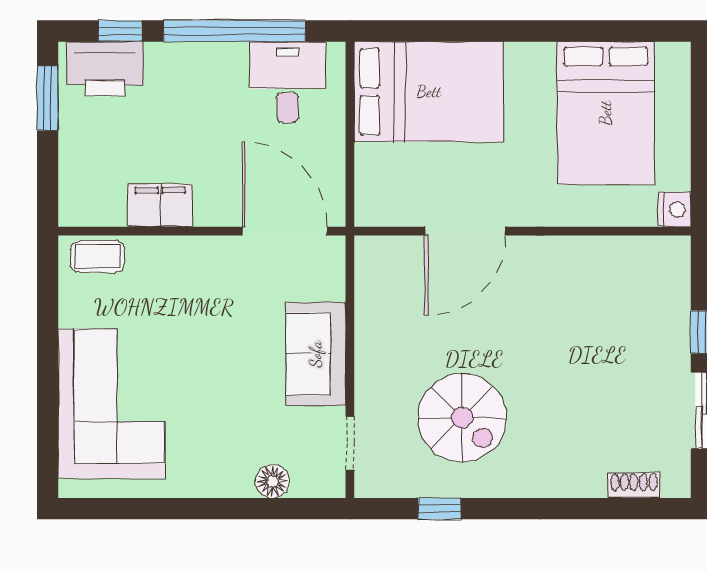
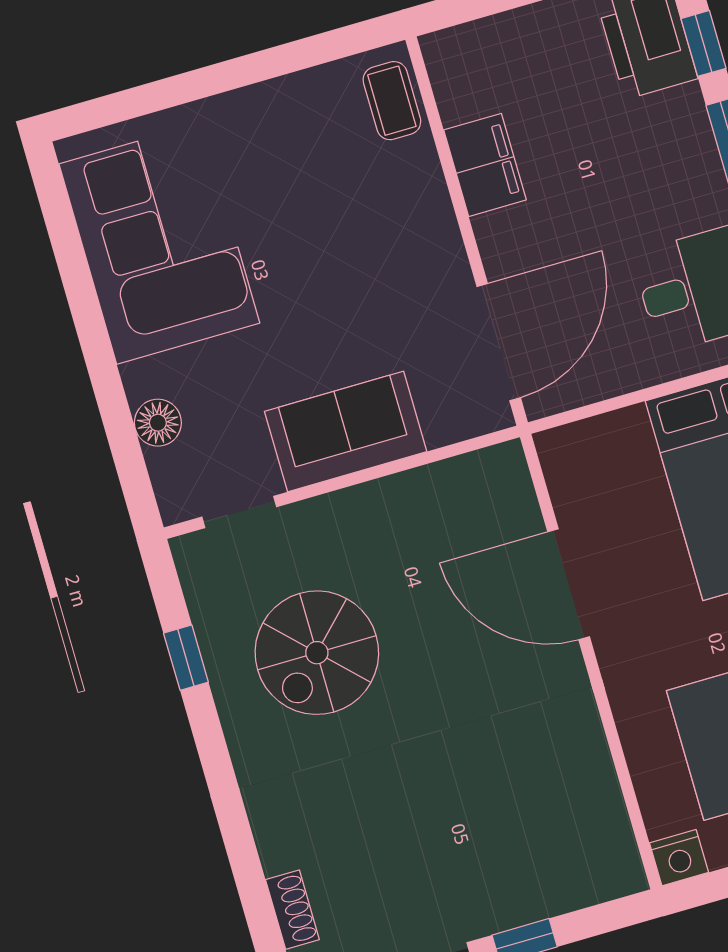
corner sofa: (112, 404) -> (159, 243), moved, turned -90

